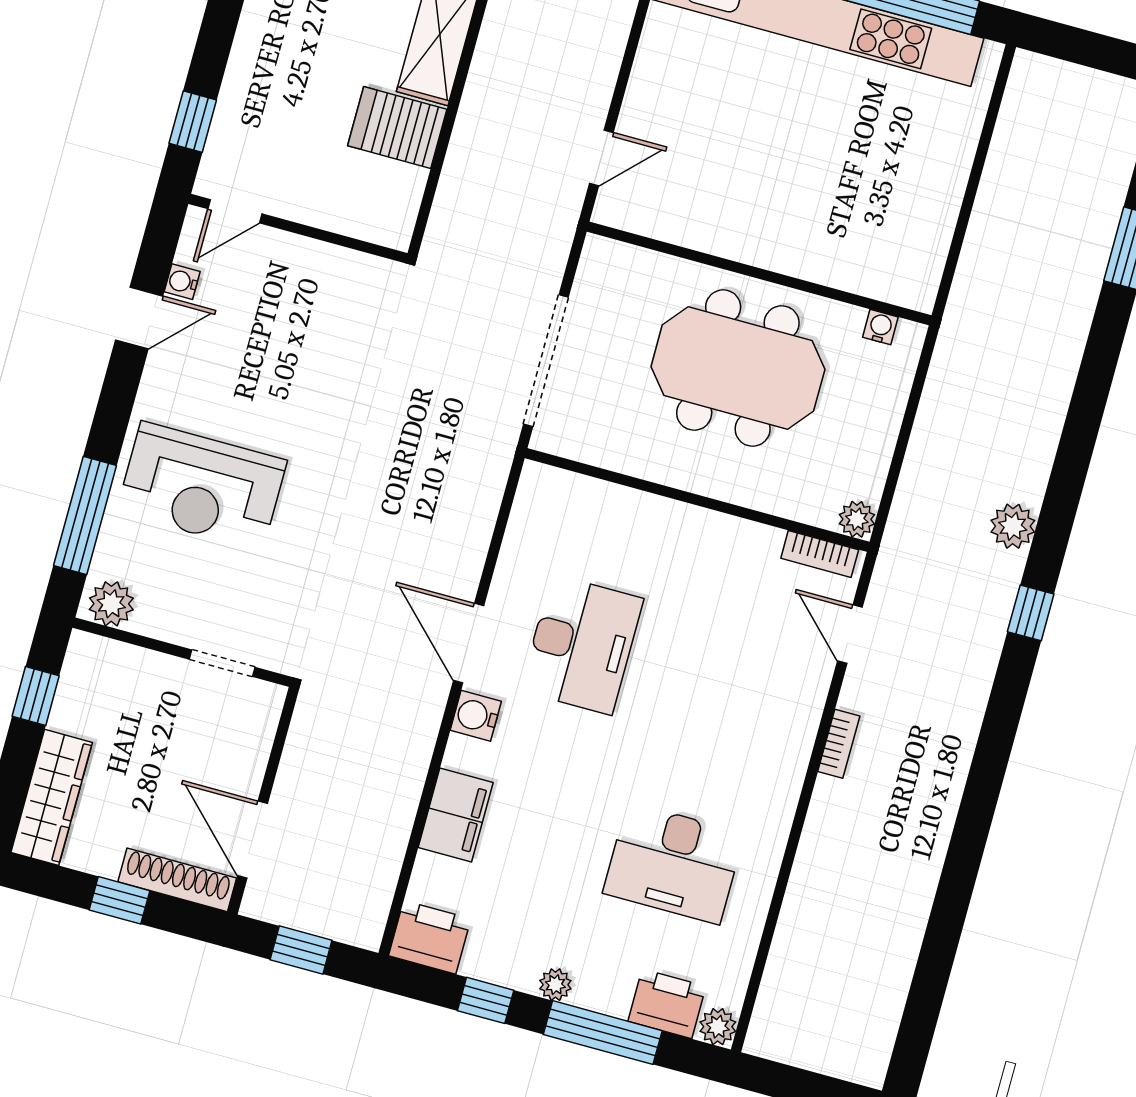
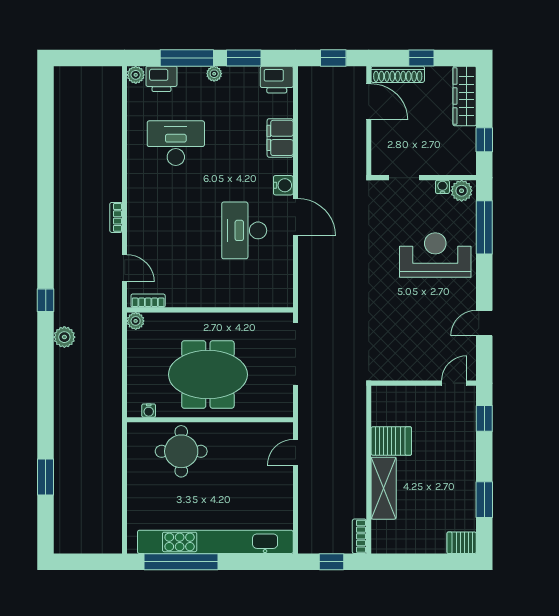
round table: (836, 225) -> (181, 451), added
water cooler: (182, 282) -> (442, 187), moved, turned -90
window: (486, 1000) -> (244, 58), width x1.50

